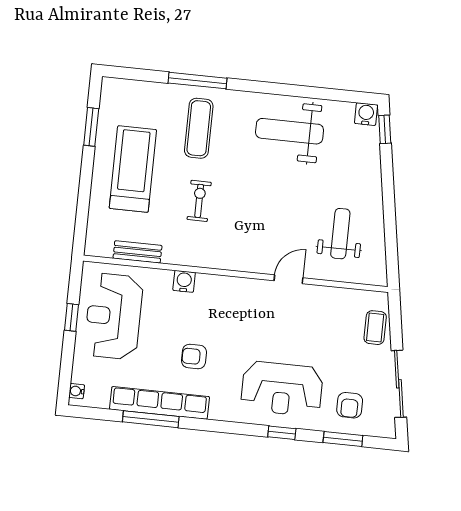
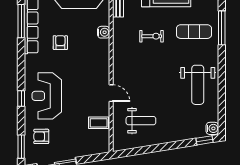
weight bench: (290, 131) -> (198, 85), turned 180
coffee table: (375, 328) -> (99, 123), moved
window: (343, 439) -> (21, 147), moved

